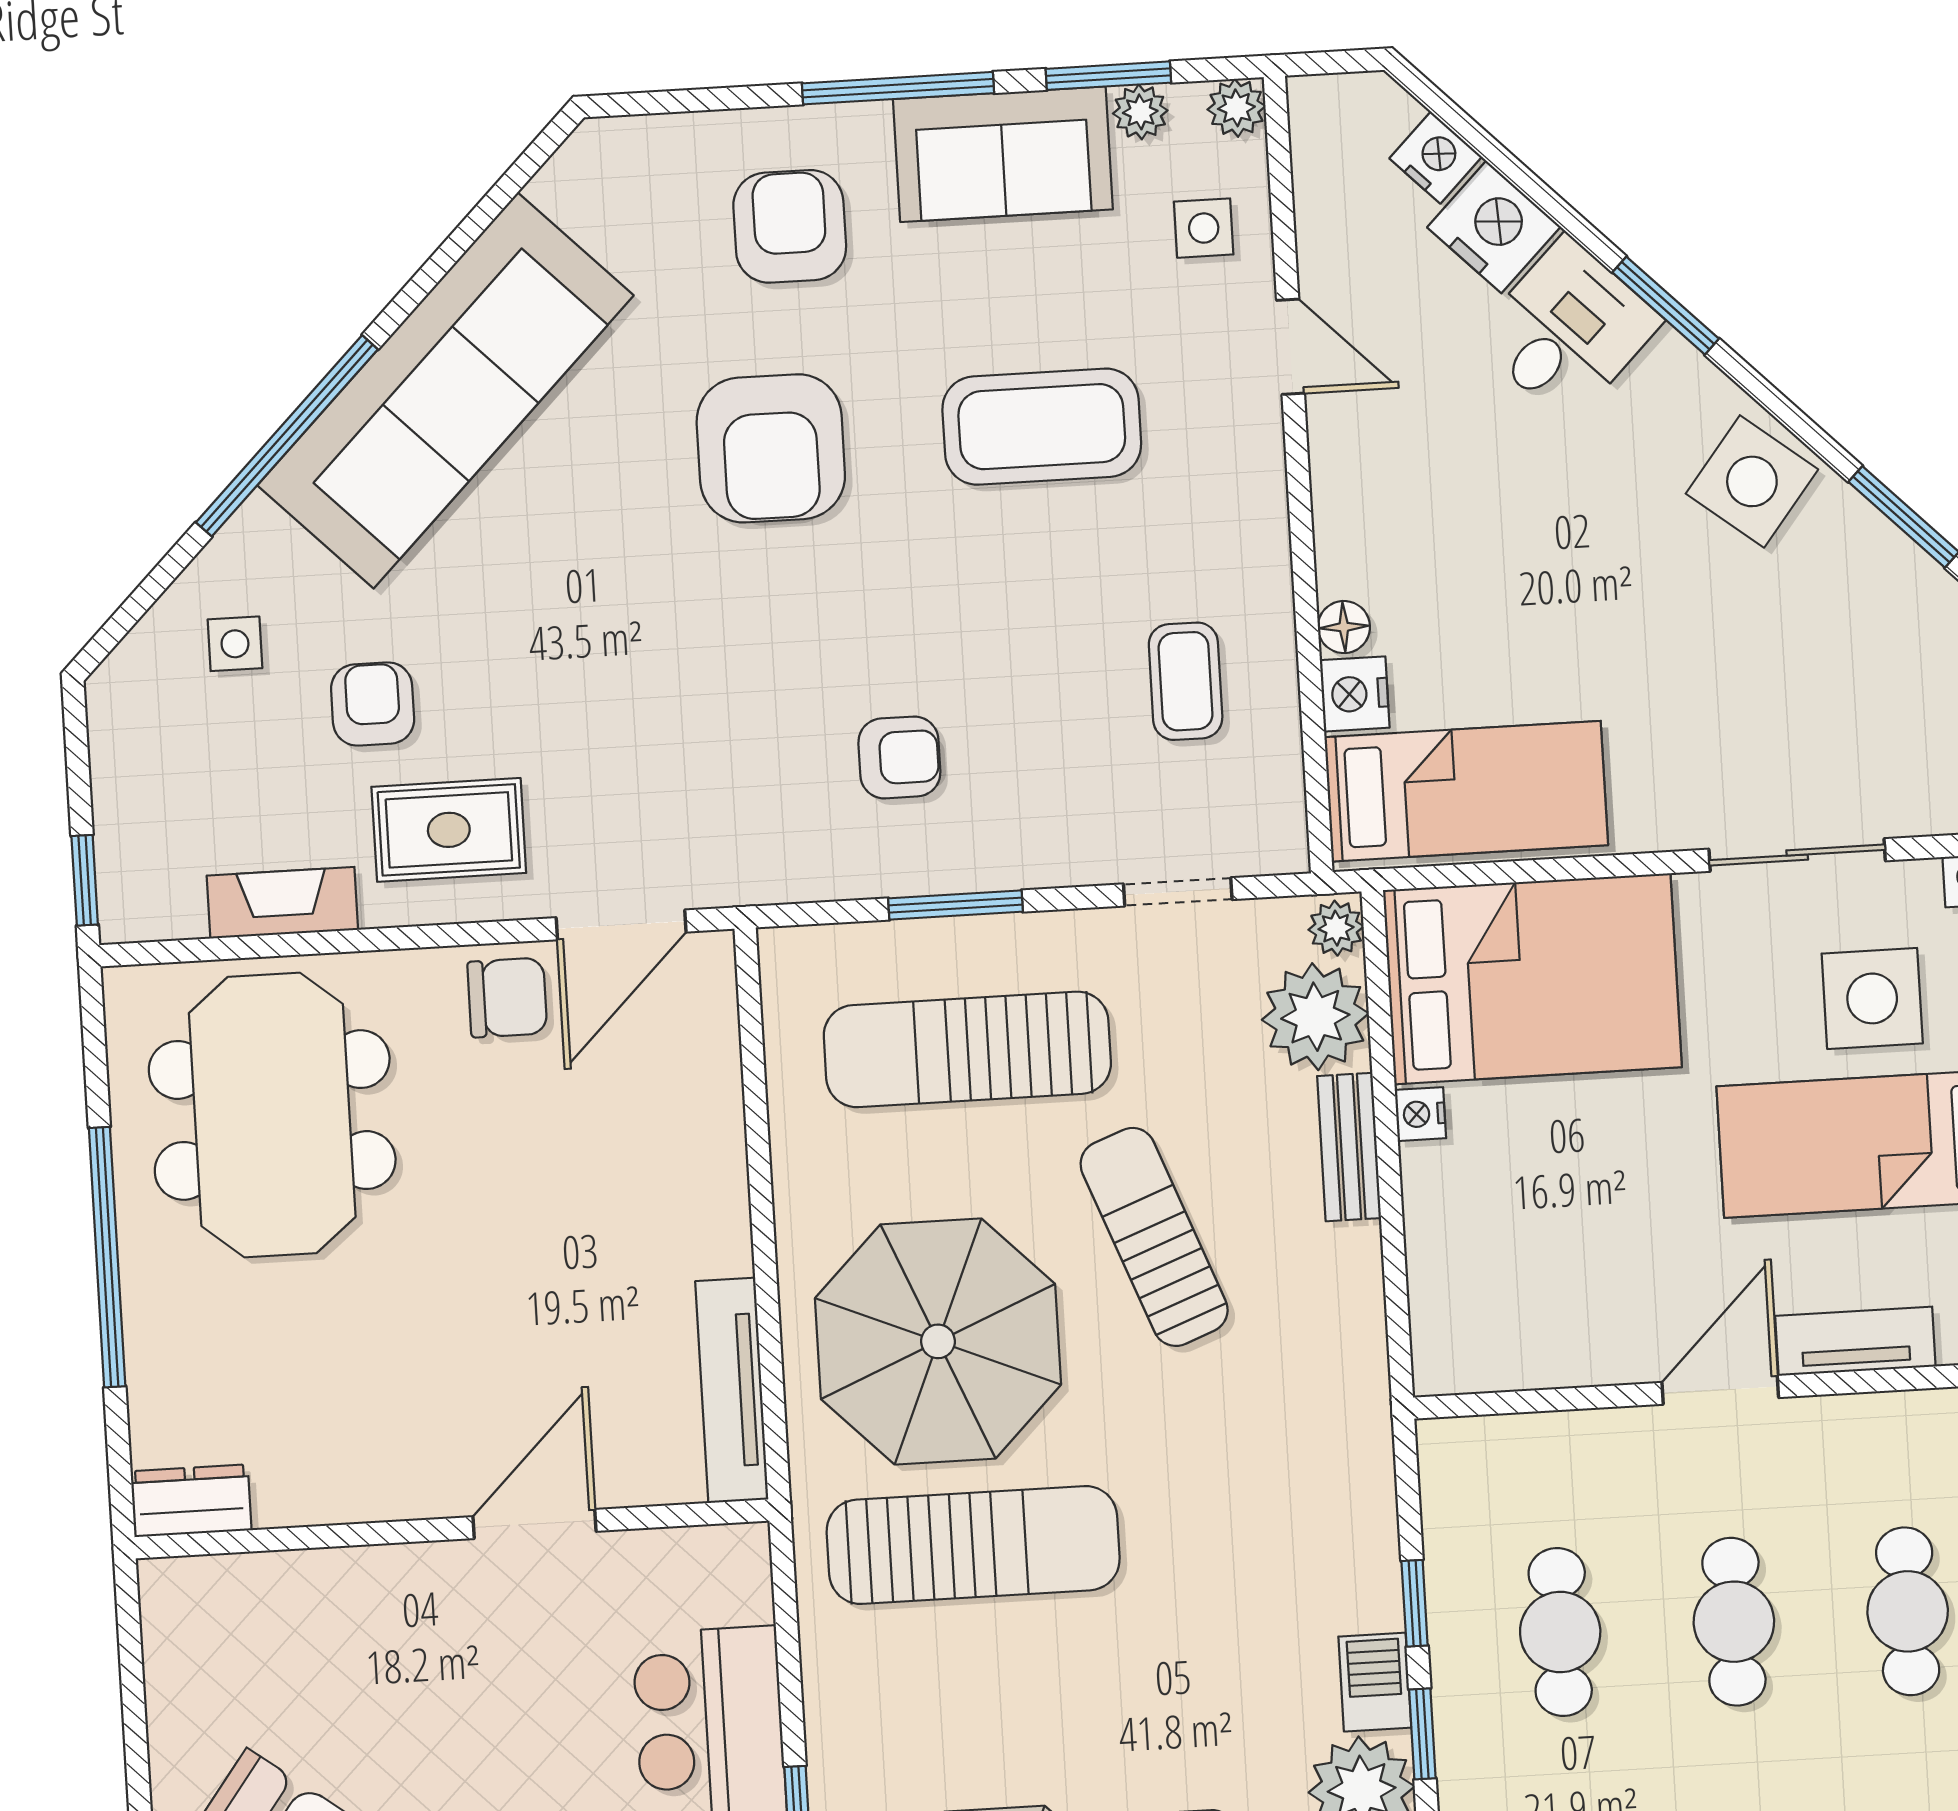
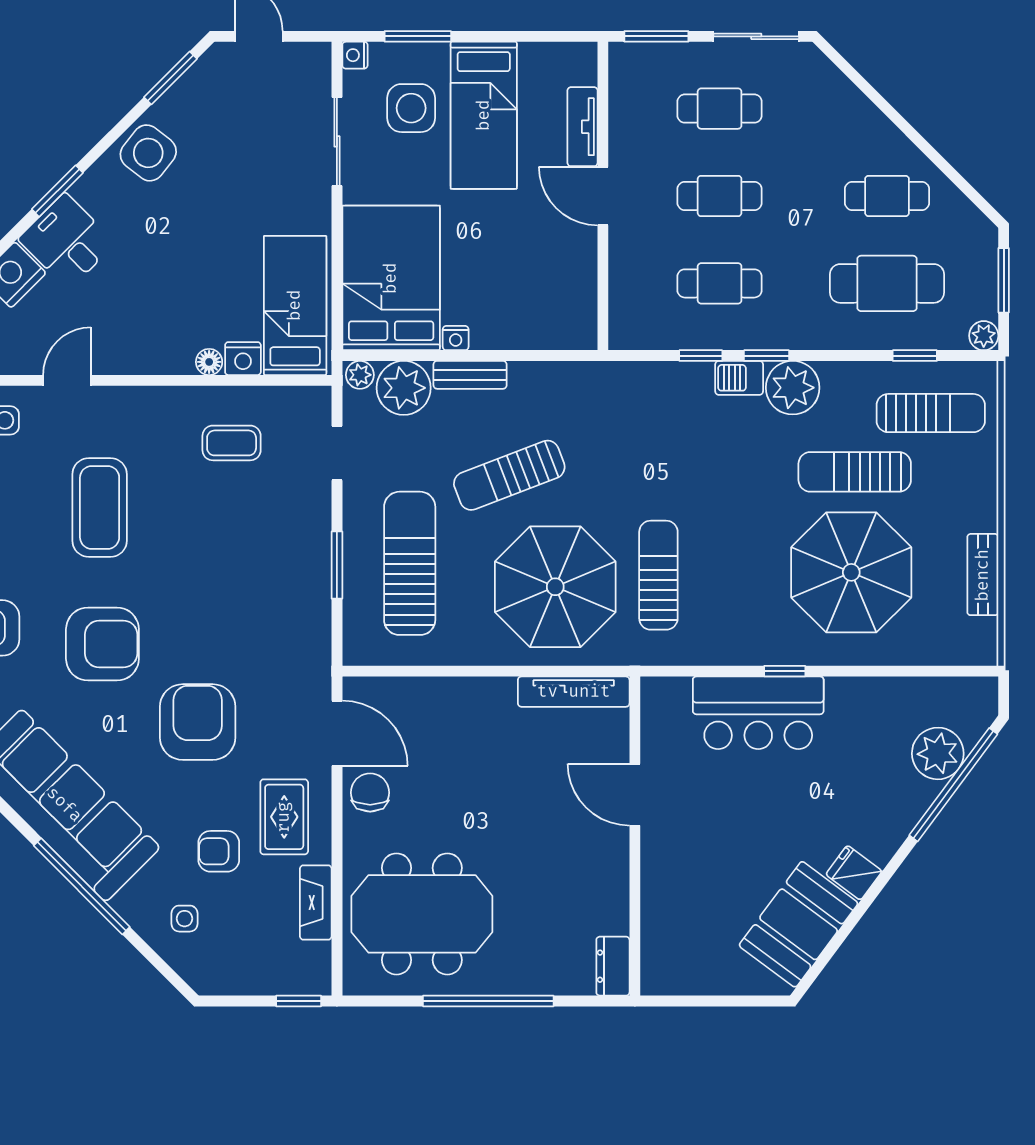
armchair: (899, 757) -> (198, 722), moved, width x1.88, depth x1.88
sun lounger: (967, 1049) -> (410, 563), turned 180
sun lounger: (973, 1545) -> (658, 575), width x0.73, depth x0.75

